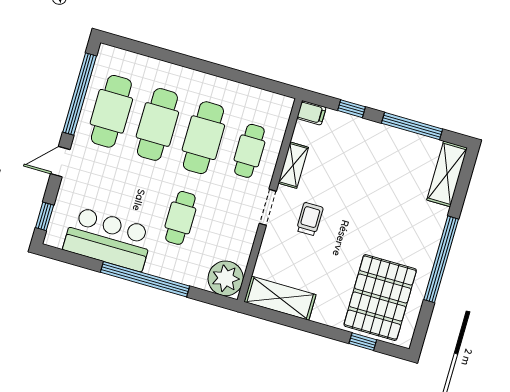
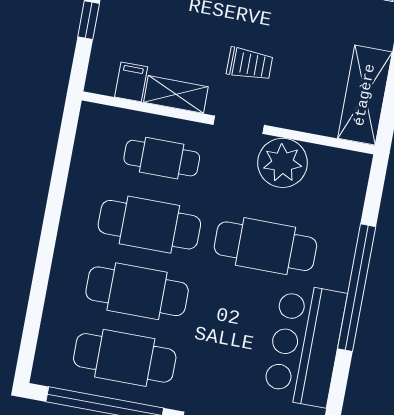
filing cabinet: (311, 113) -> (131, 82), moved
cafe table: (180, 218) -> (265, 246), width x1.37, depth x1.35
trolley: (310, 219) -> (250, 64), turned 180
plant: (226, 278) -> (283, 163), moved

